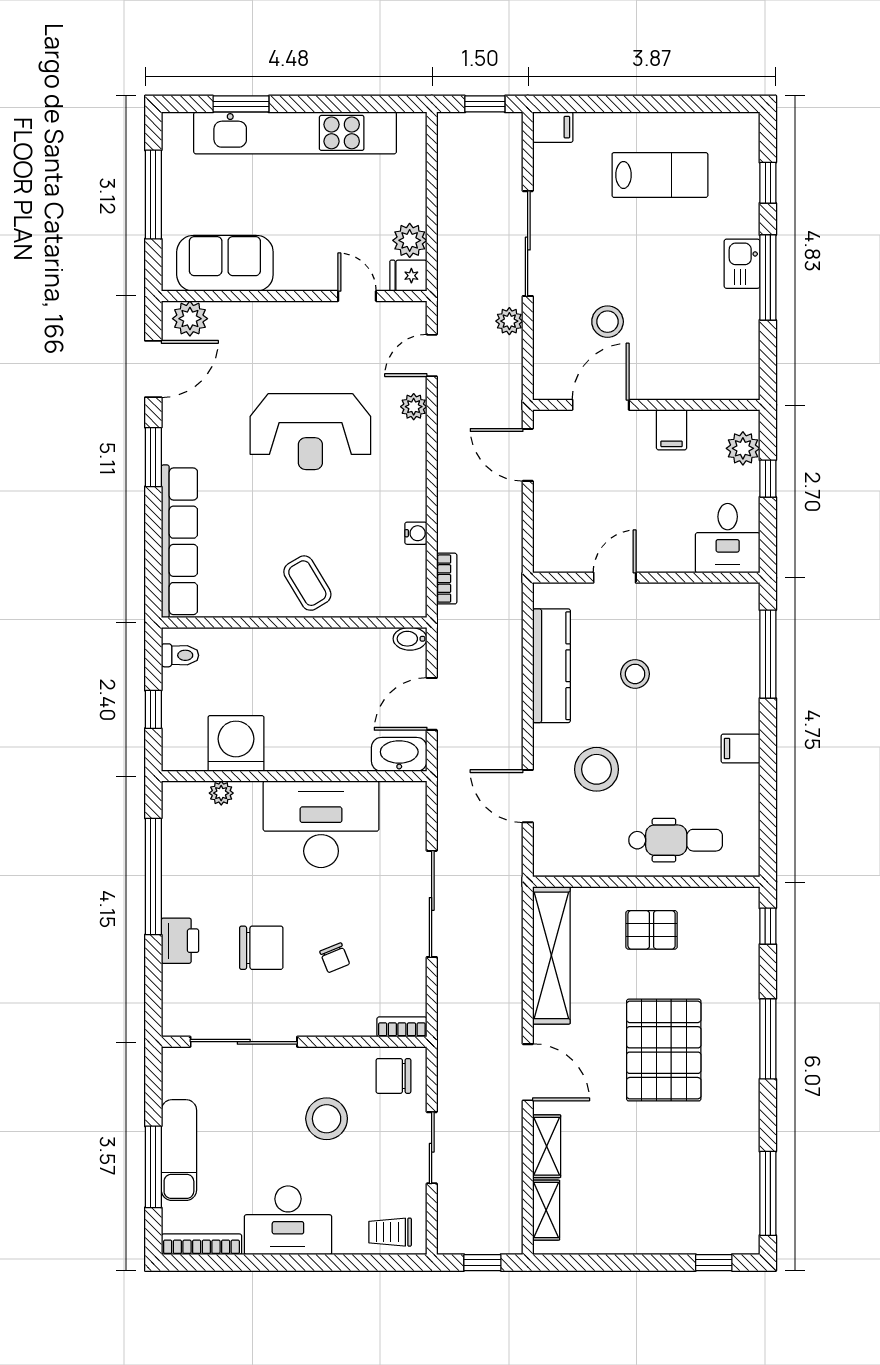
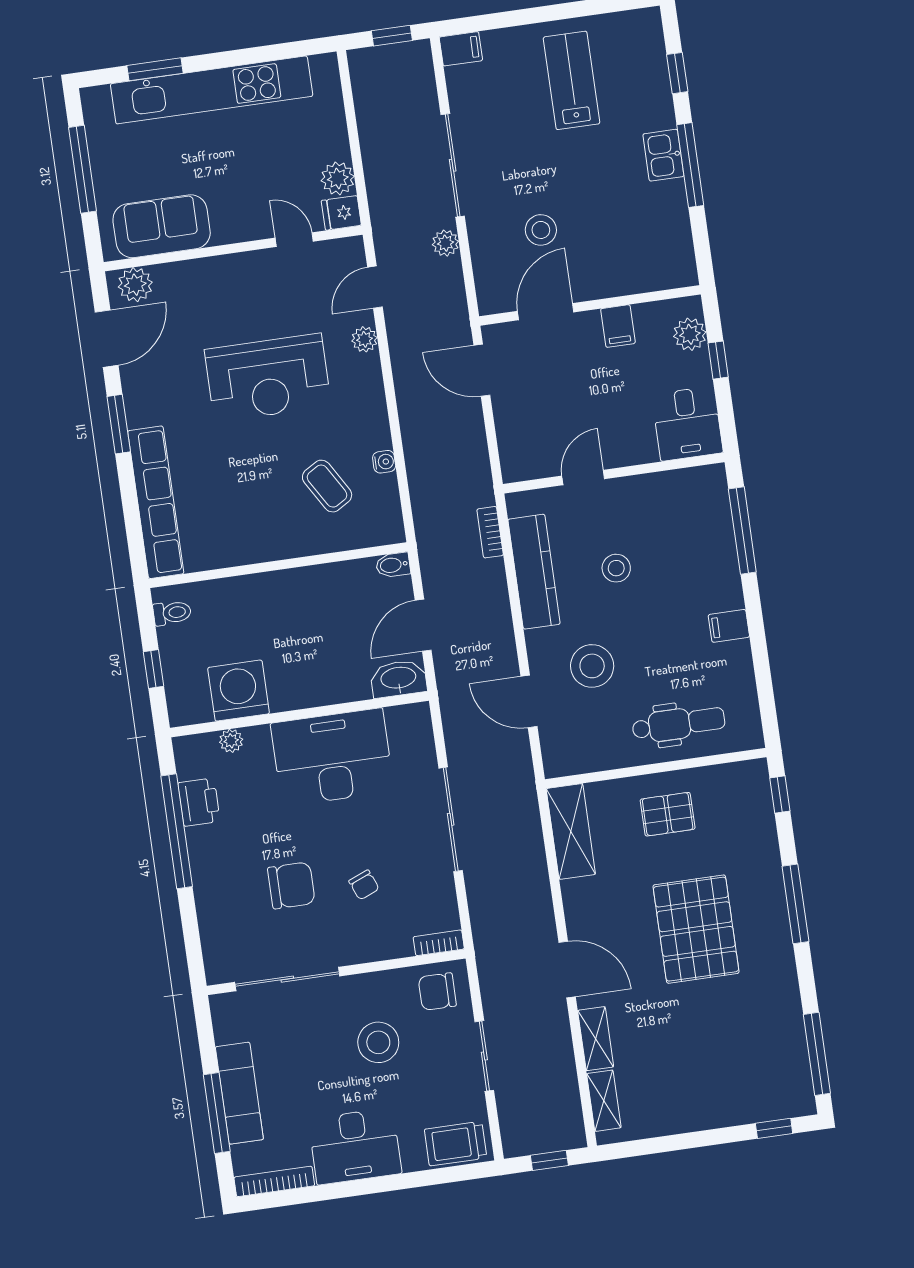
lab bench: (660, 175) -> (571, 80), turned -90
bookcase: (447, 579) -> (490, 532), moved, turned 180
coffee table: (307, 583) -> (327, 486), moved
printer: (180, 941) -> (199, 802), moved
shelving: (551, 955) -> (571, 831), width x0.68
trolley: (390, 1232) -> (456, 1144), width x1.36, depth x1.39

